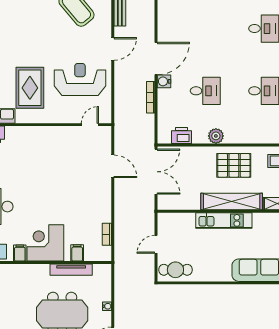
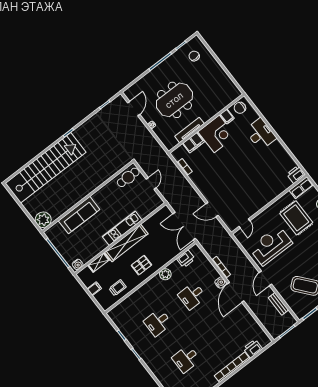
reception desk: (80, 79) -> (271, 246), turned 180
pallet: (234, 165) -> (141, 265), width x0.67, depth x0.71
filing cabinet: (77, 253) -> (193, 143), width x2.00

